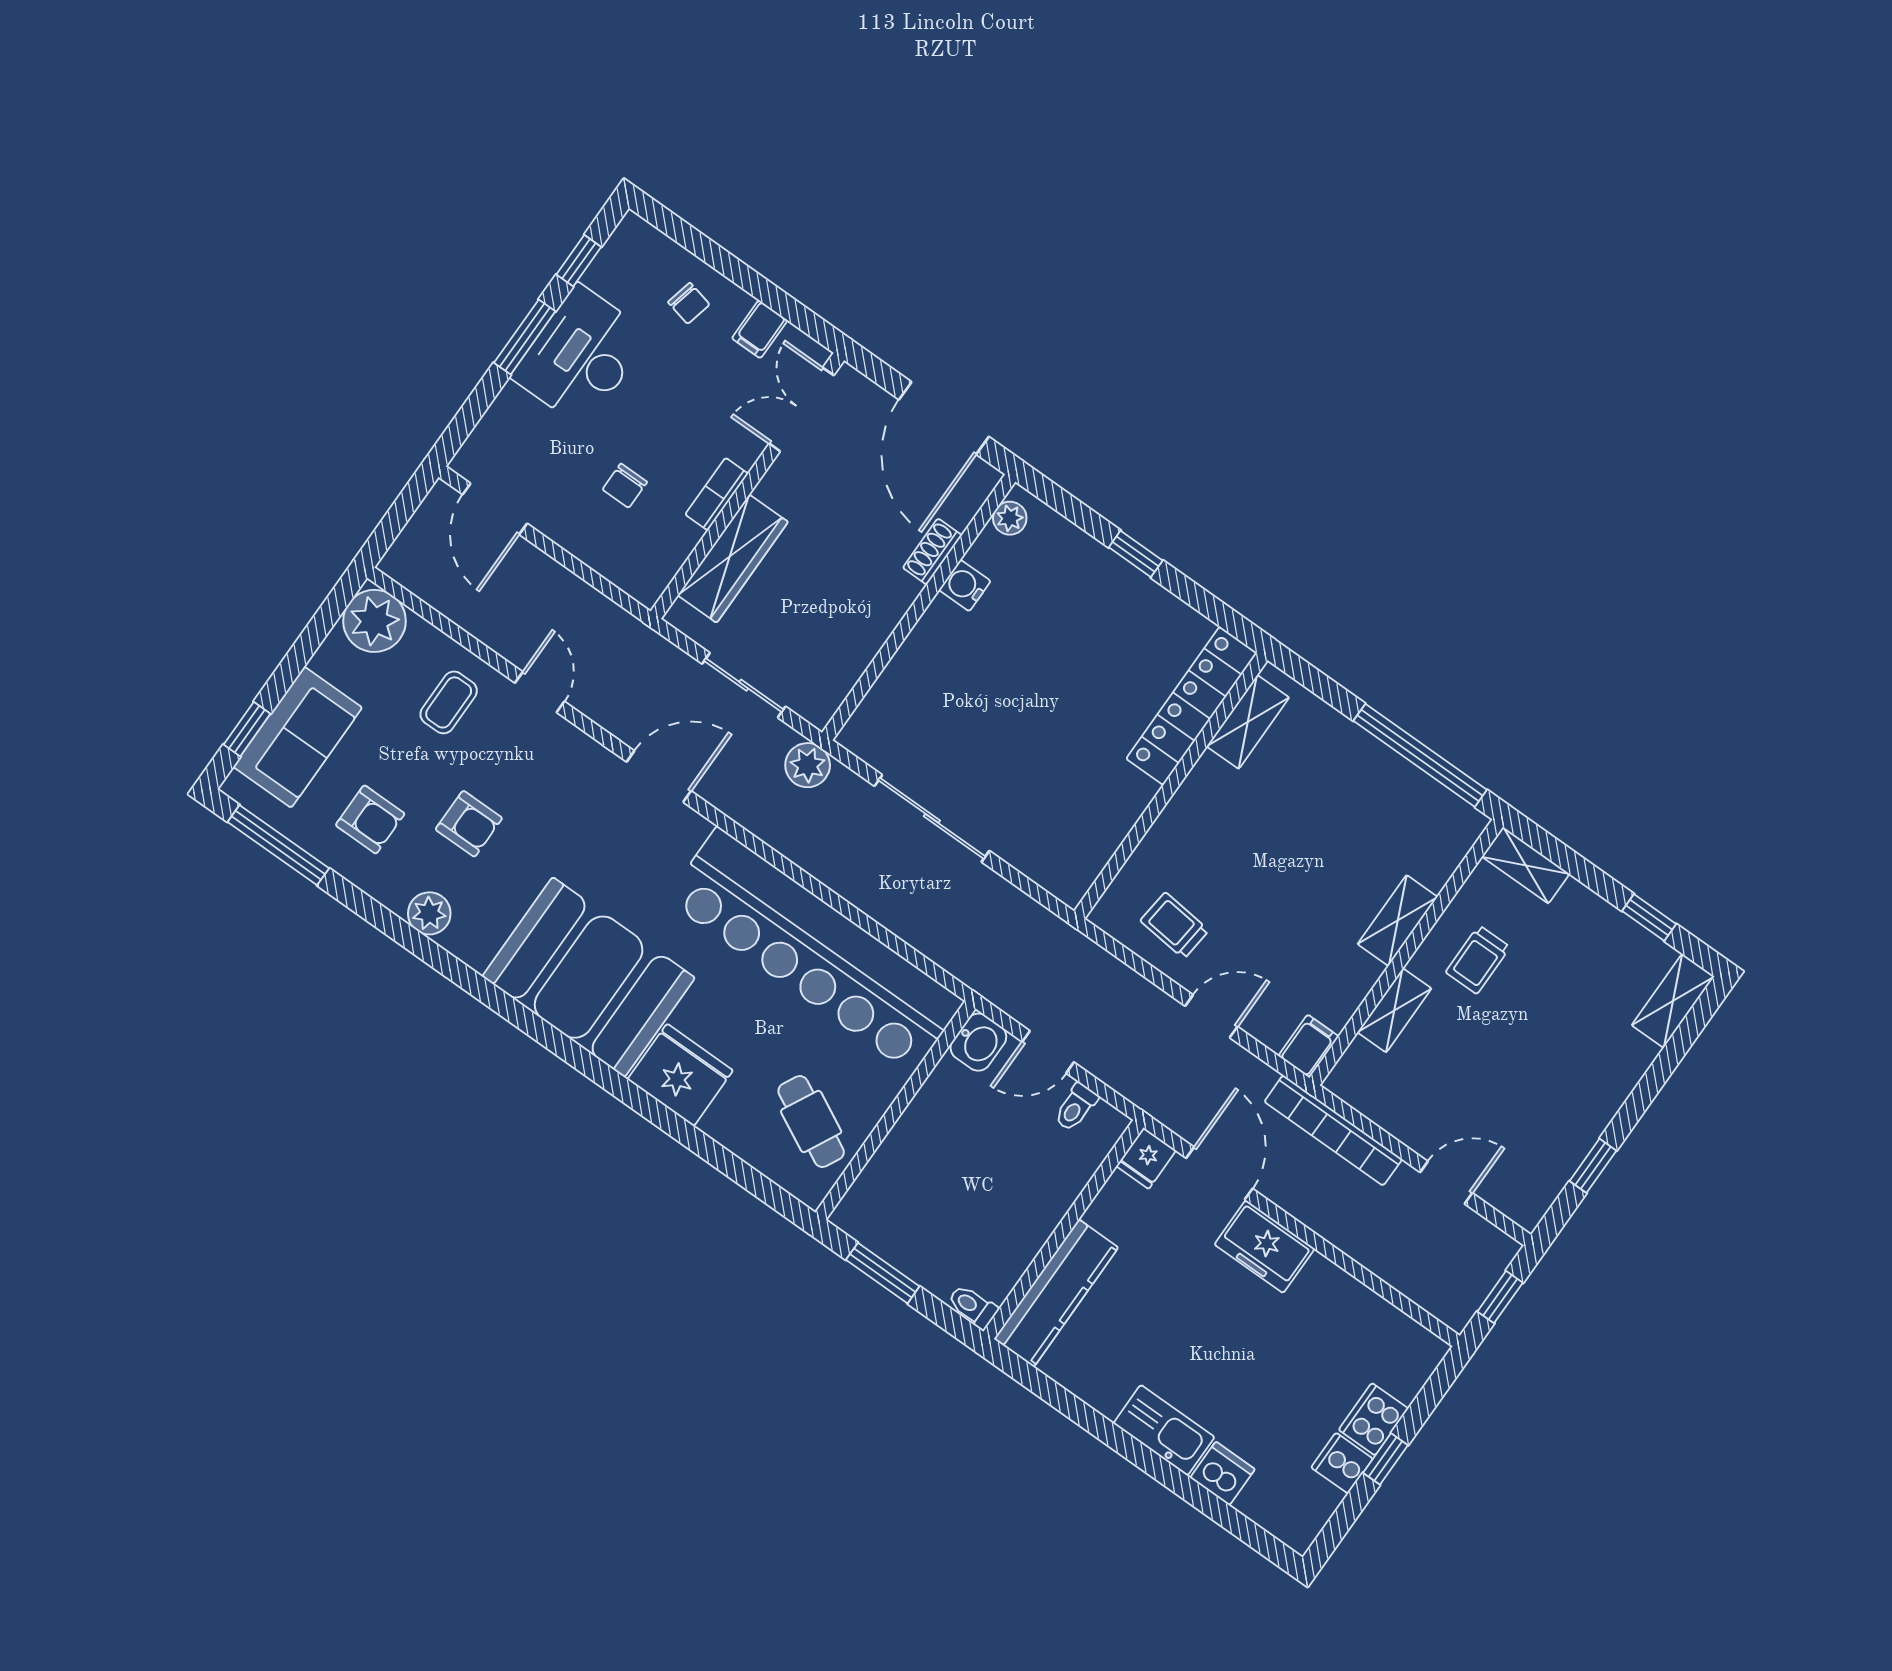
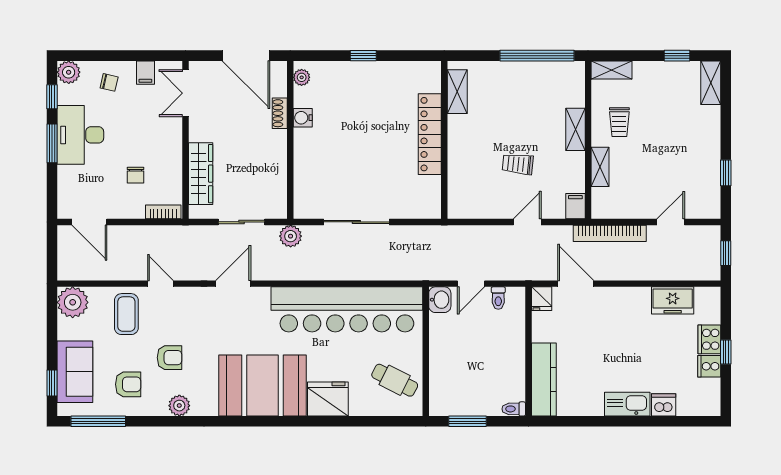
plant: (634, 240) -> (69, 72), added
bookcase: (717, 494) -> (163, 212), moved, turned 90
coffee table: (449, 702) -> (126, 314), width x1.36, depth x1.30
locker: (1192, 706) -> (430, 134), moved
trolley: (1175, 925) -> (518, 164), moved
freezer: (1265, 1247) -> (673, 300), moved

